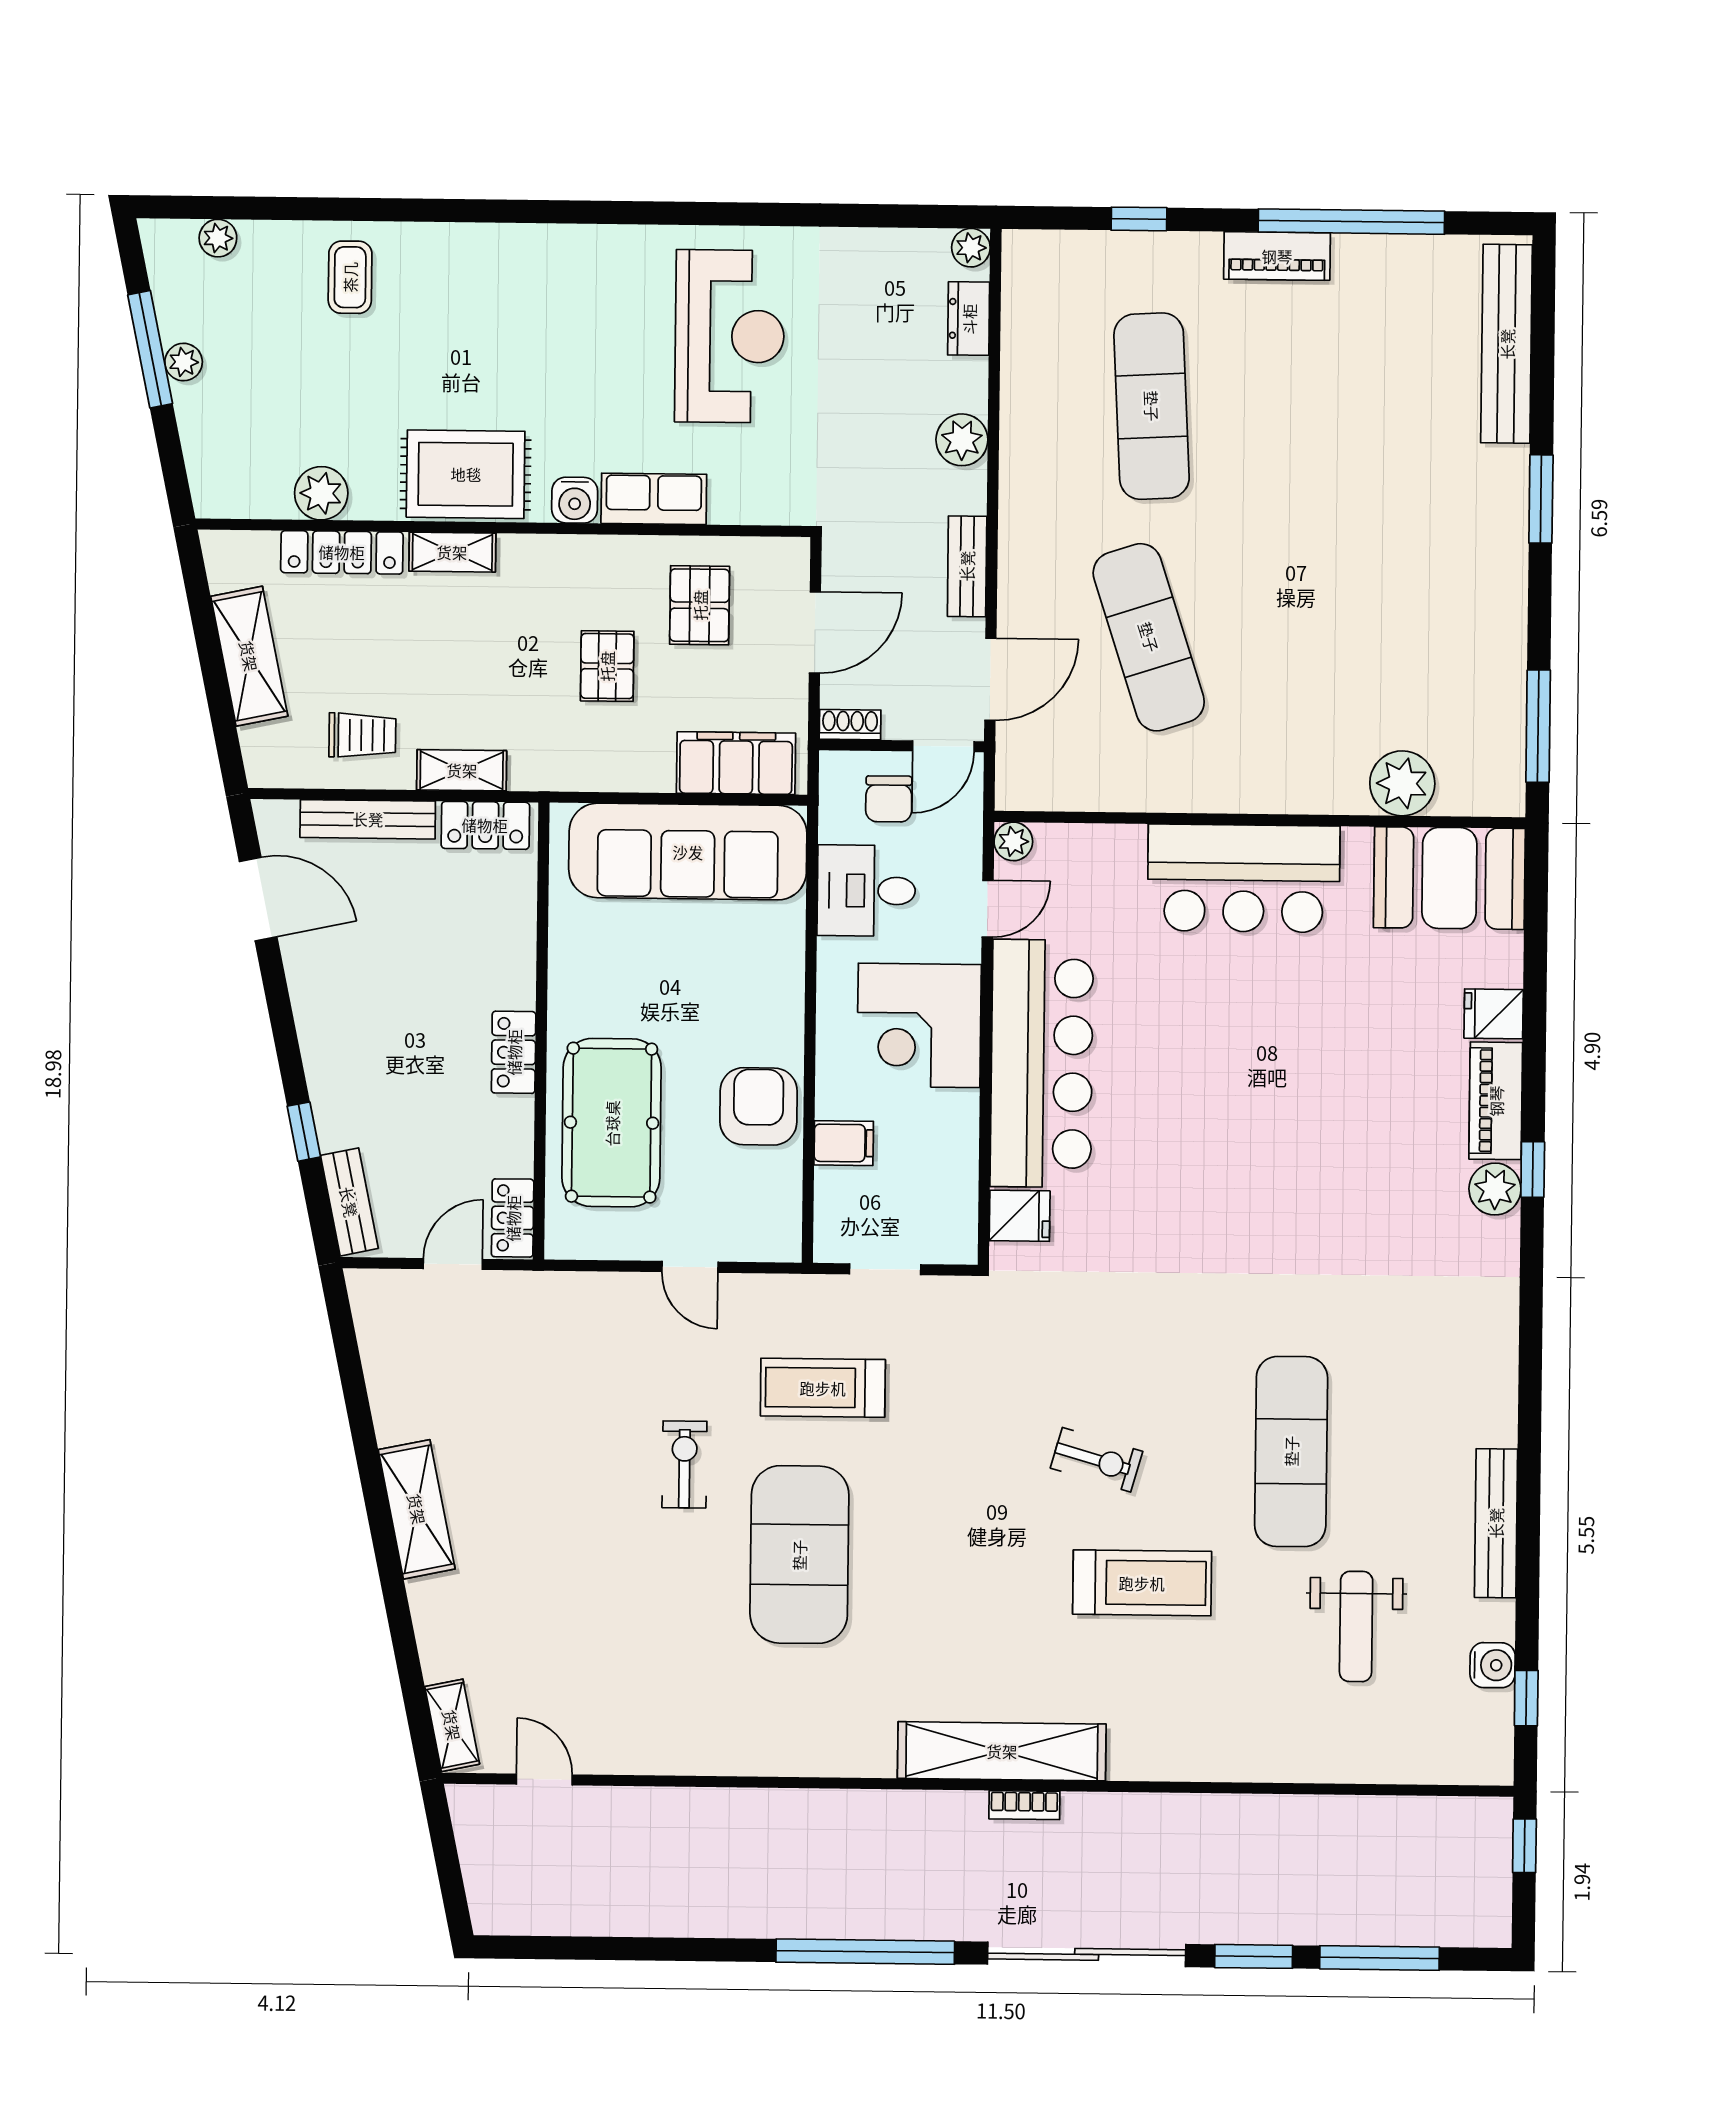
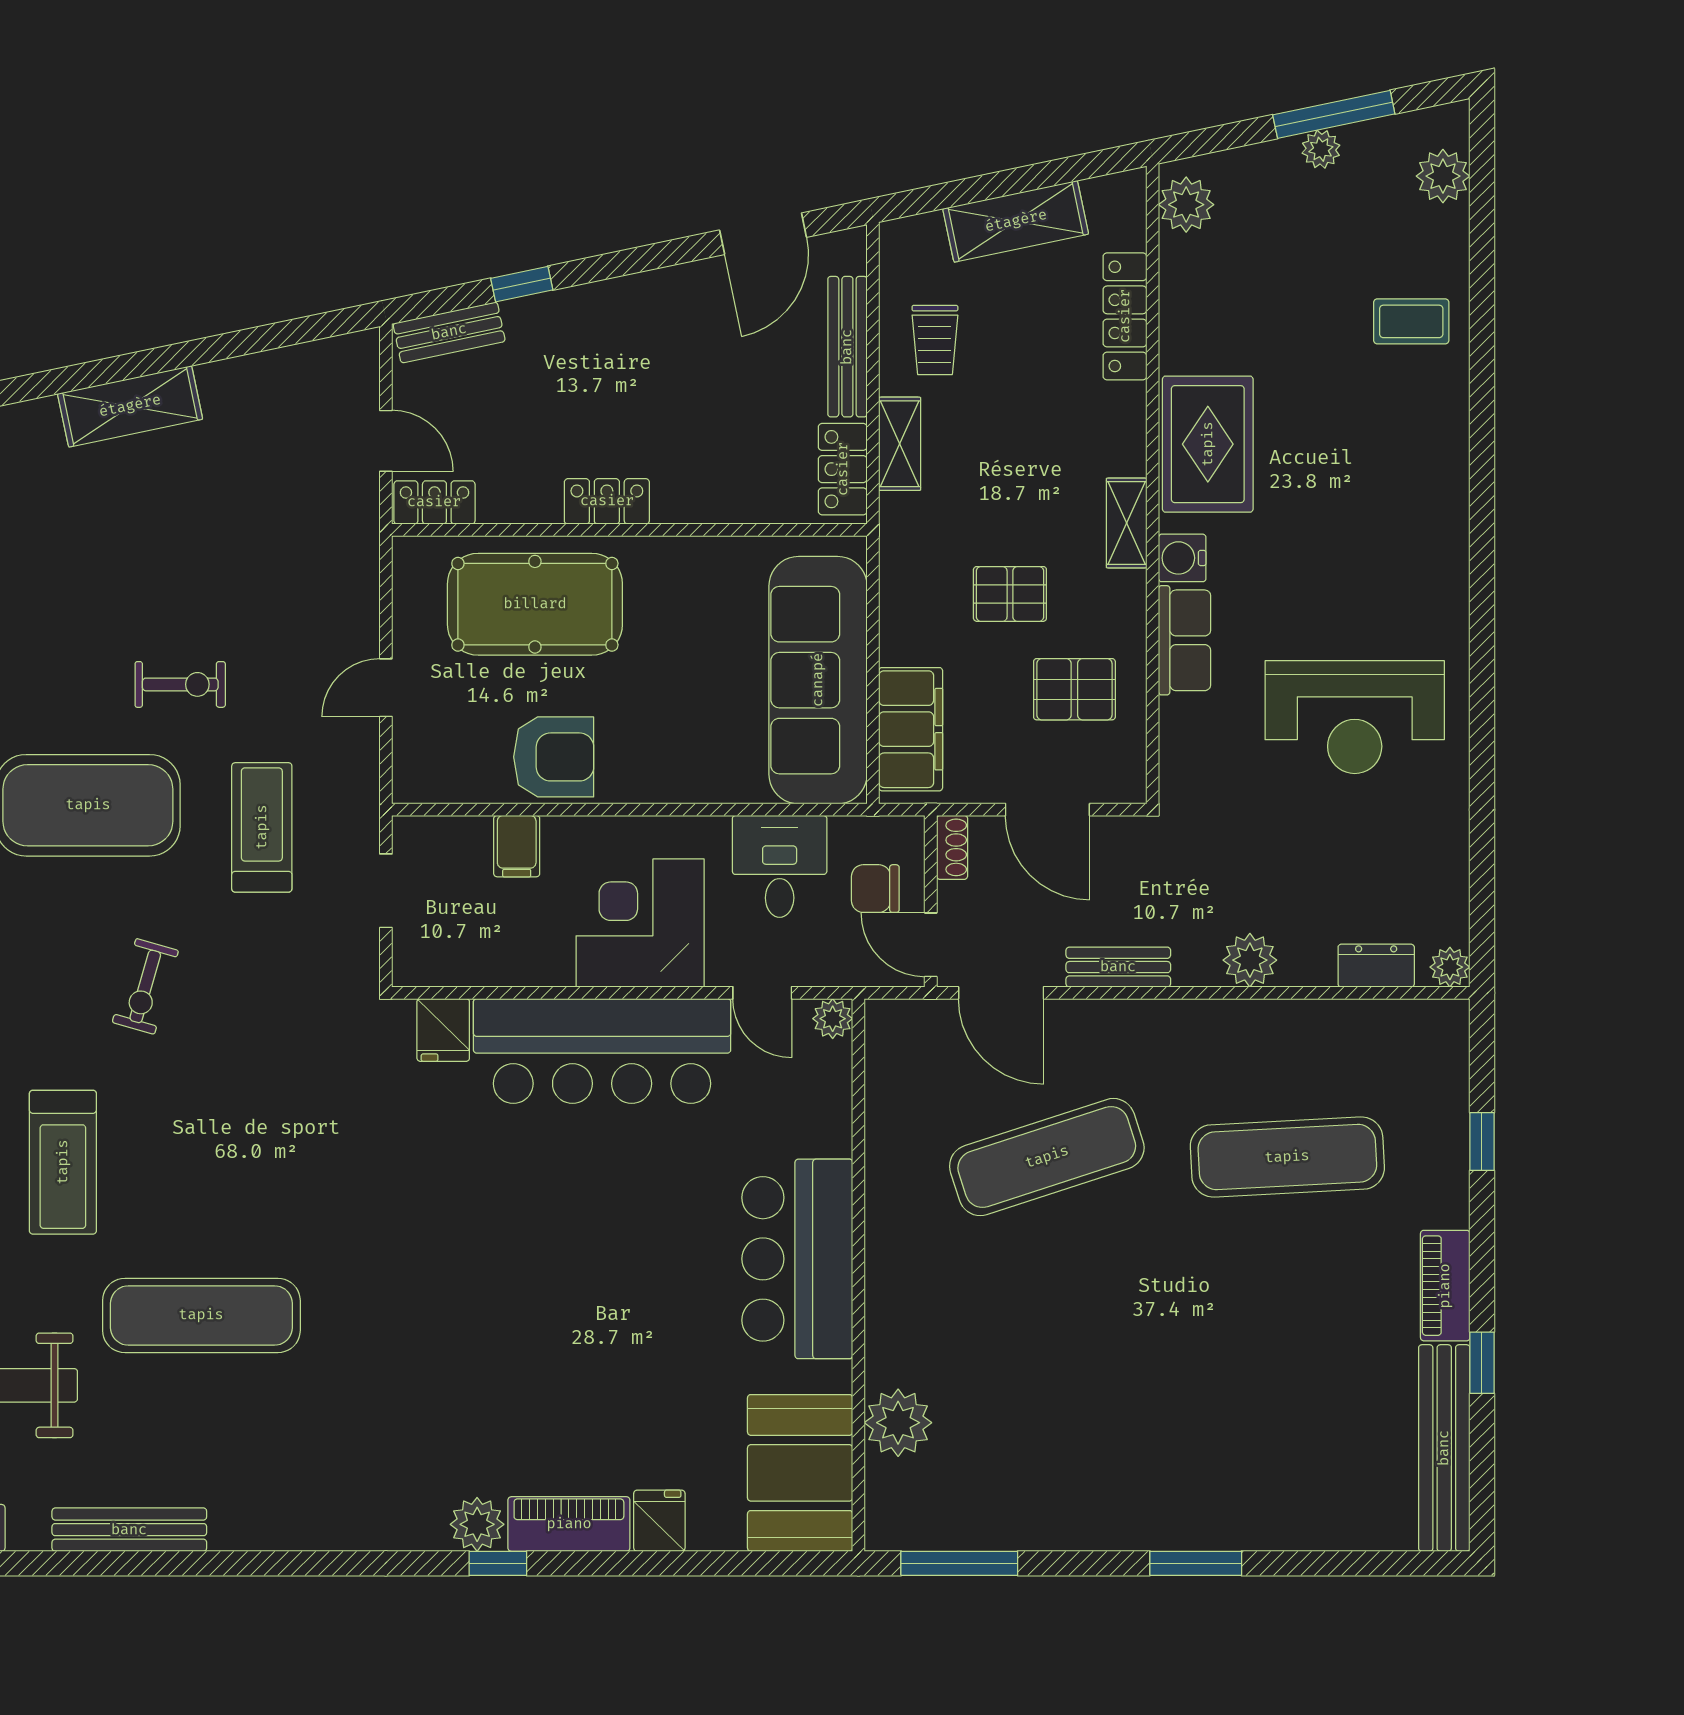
window: (1351, 222) -> (1482, 1363), width x0.32
plant: (218, 238) -> (1443, 176), width x1.38, depth x1.38
bench: (1507, 344) -> (1444, 1448), moved, turned 90
plant: (321, 493) -> (1186, 205), moved
shelving: (452, 552) -> (1127, 523), moved
exercise bike: (1097, 1460) -> (145, 986), moved

